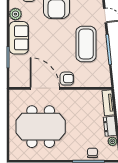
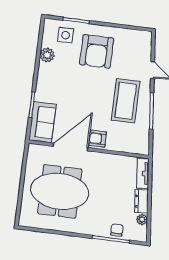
sofa: (19, 38) -> (42, 122), moved
armchair: (67, 79) -> (98, 139), turned 180
door: (45, 88) -> (70, 147), hinge flipped

